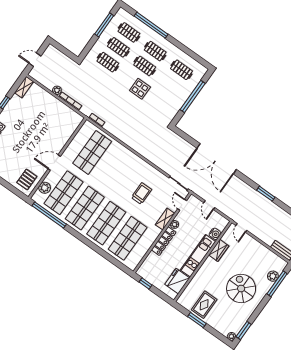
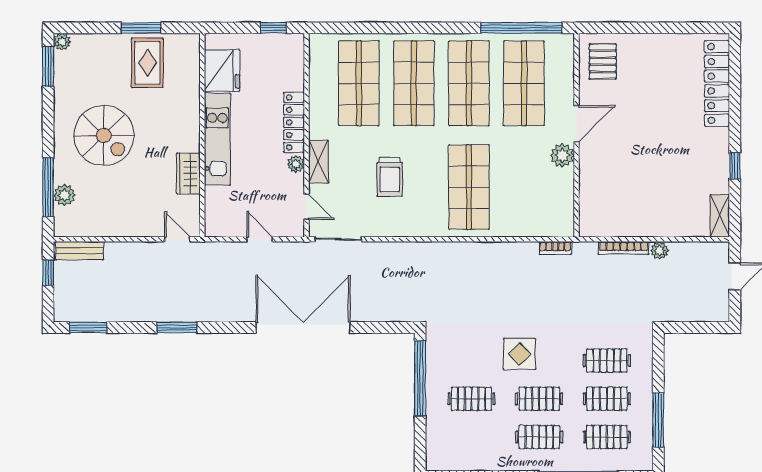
clothes rail: (181, 70) -> (472, 399), moved
window: (193, 96) -> (420, 378), moved
shop shelf: (92, 152) -> (469, 187), moved
plant: (45, 188) -> (562, 155), moved
water cooler: (215, 234) -> (215, 197), removed

